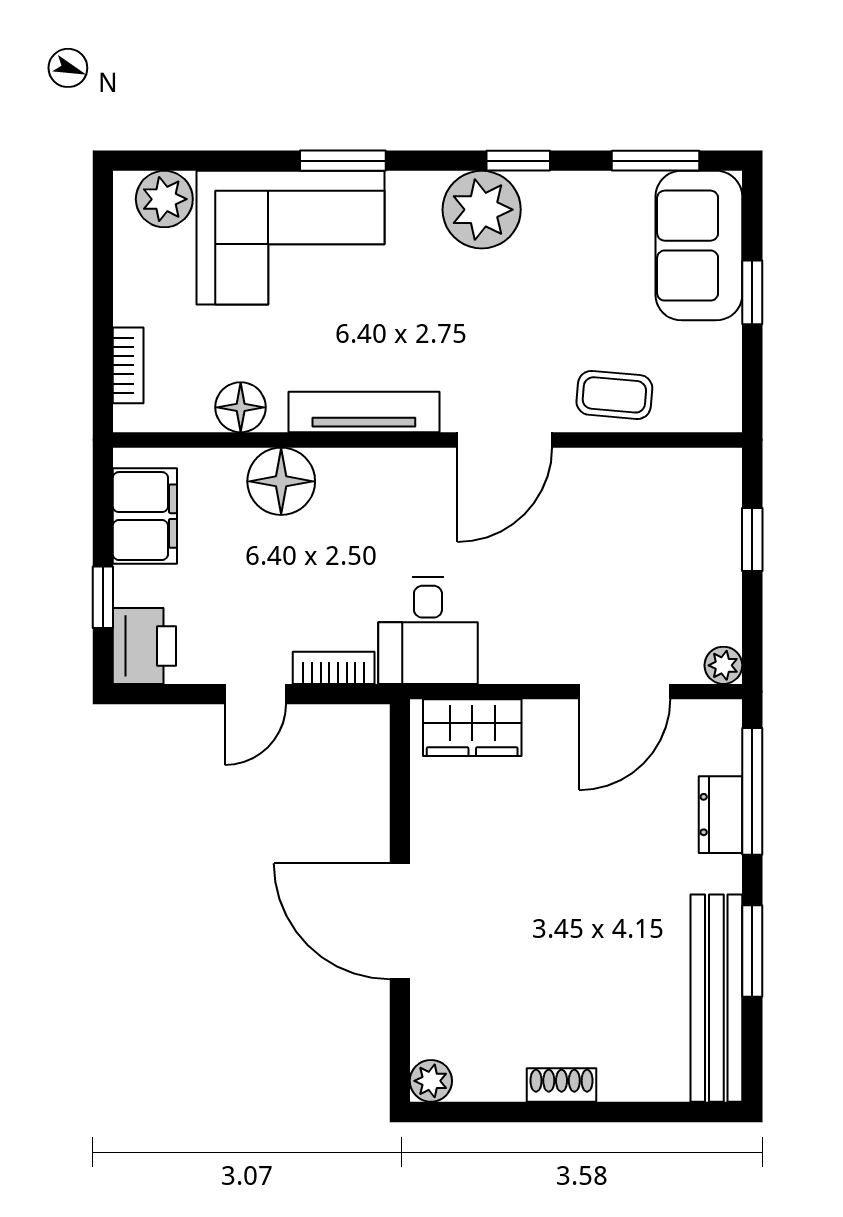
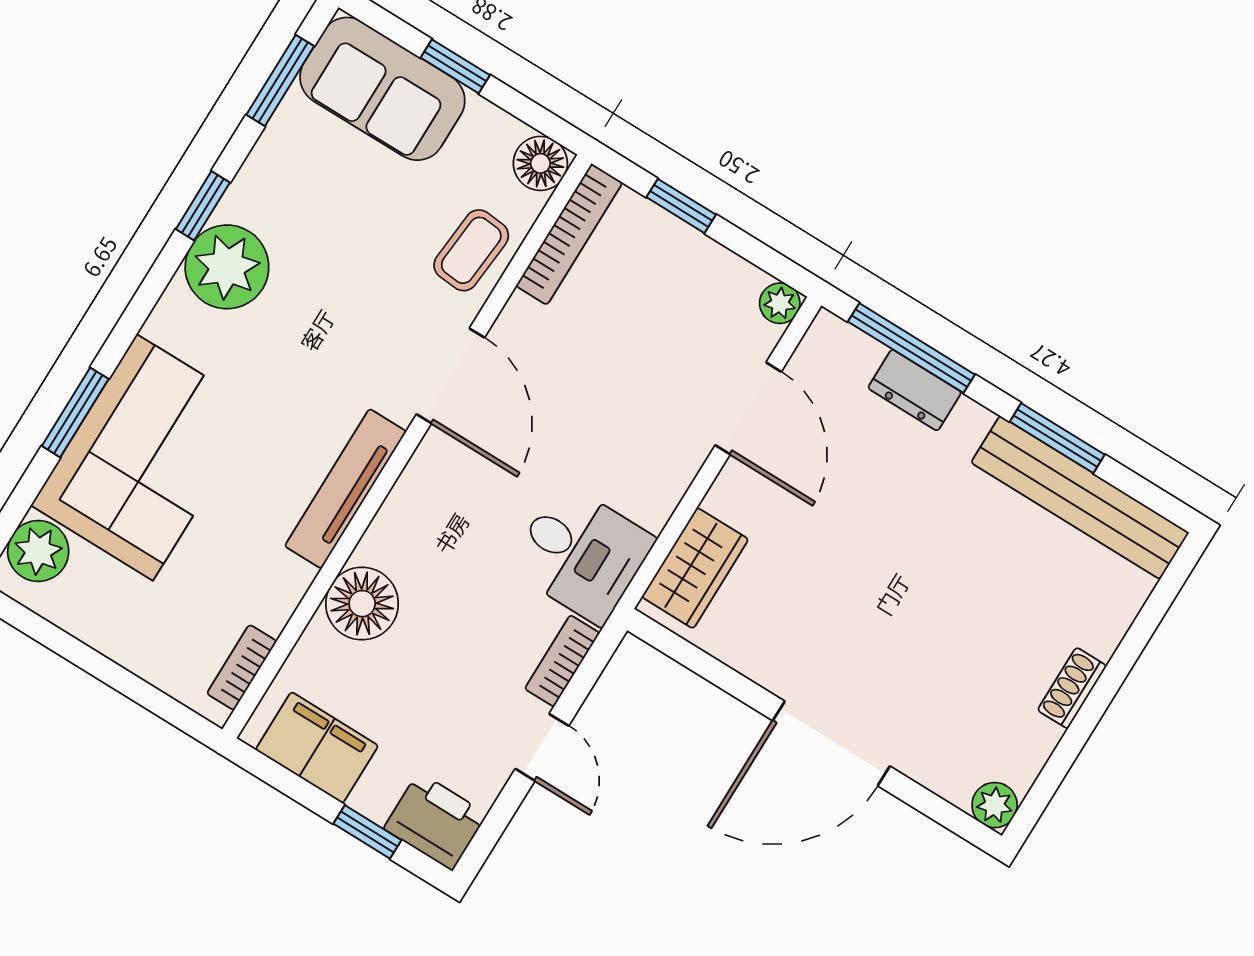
window: (343, 161) -> (75, 412), moved
bookcase: (128, 365) -> (242, 667), moved, turned -90
floor lamp: (241, 407) -> (540, 163), moved
bookcase: (675, 465) -> (569, 234), added

